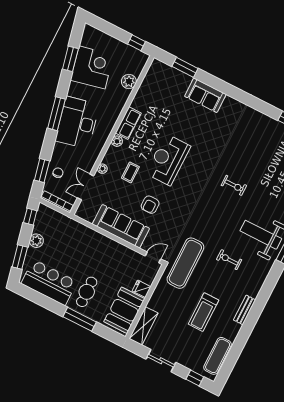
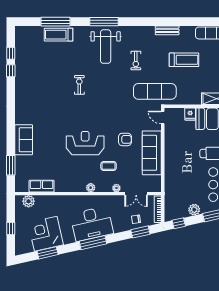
window: (137, 43) -> (11, 228), moved
plant: (129, 82) -> (29, 201), moved
row of seats: (128, 123) -> (42, 186), moved
reception desk: (168, 160) -> (85, 143), turned 180

